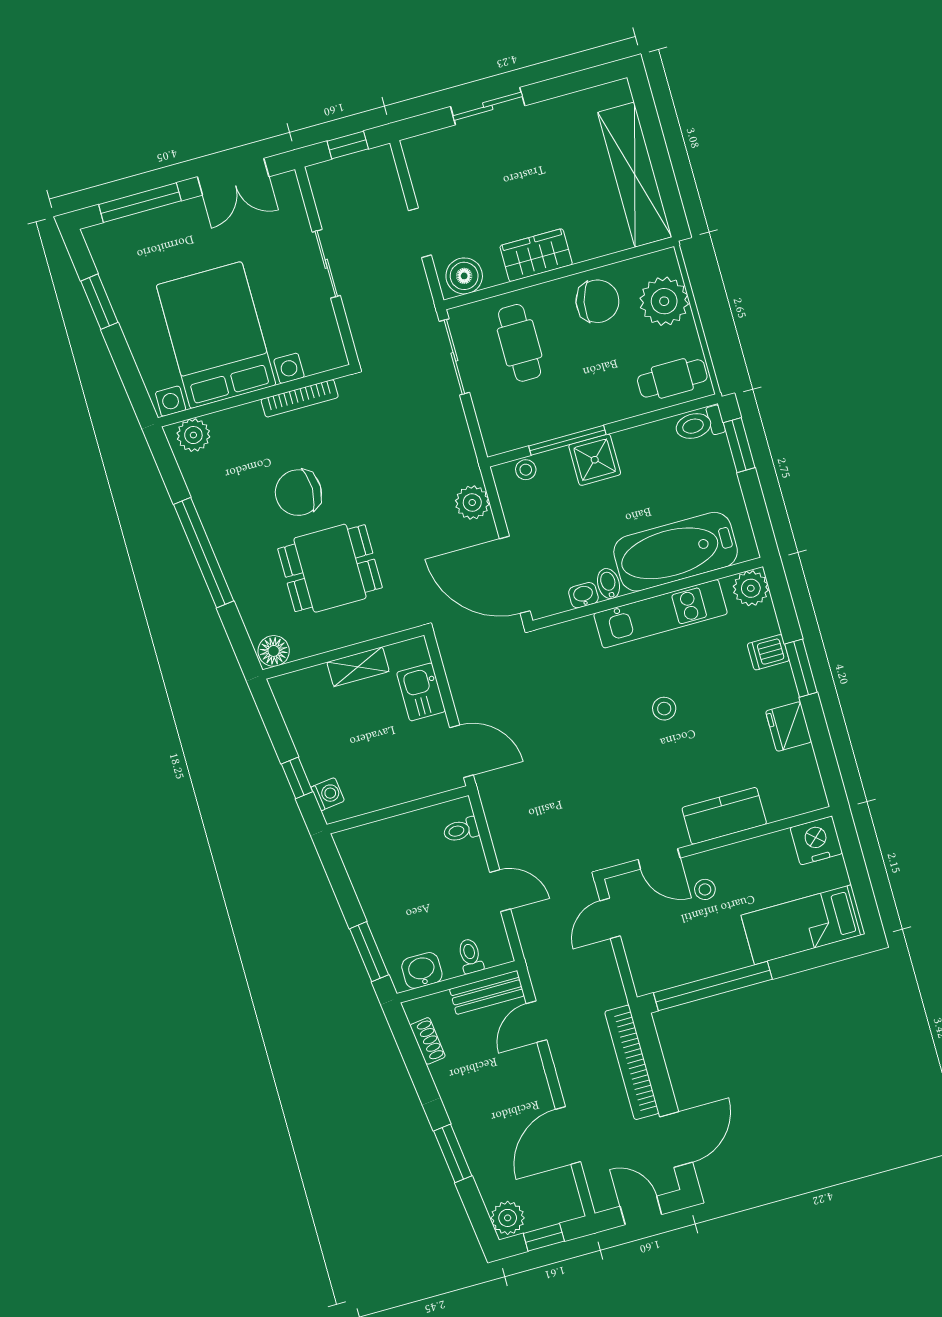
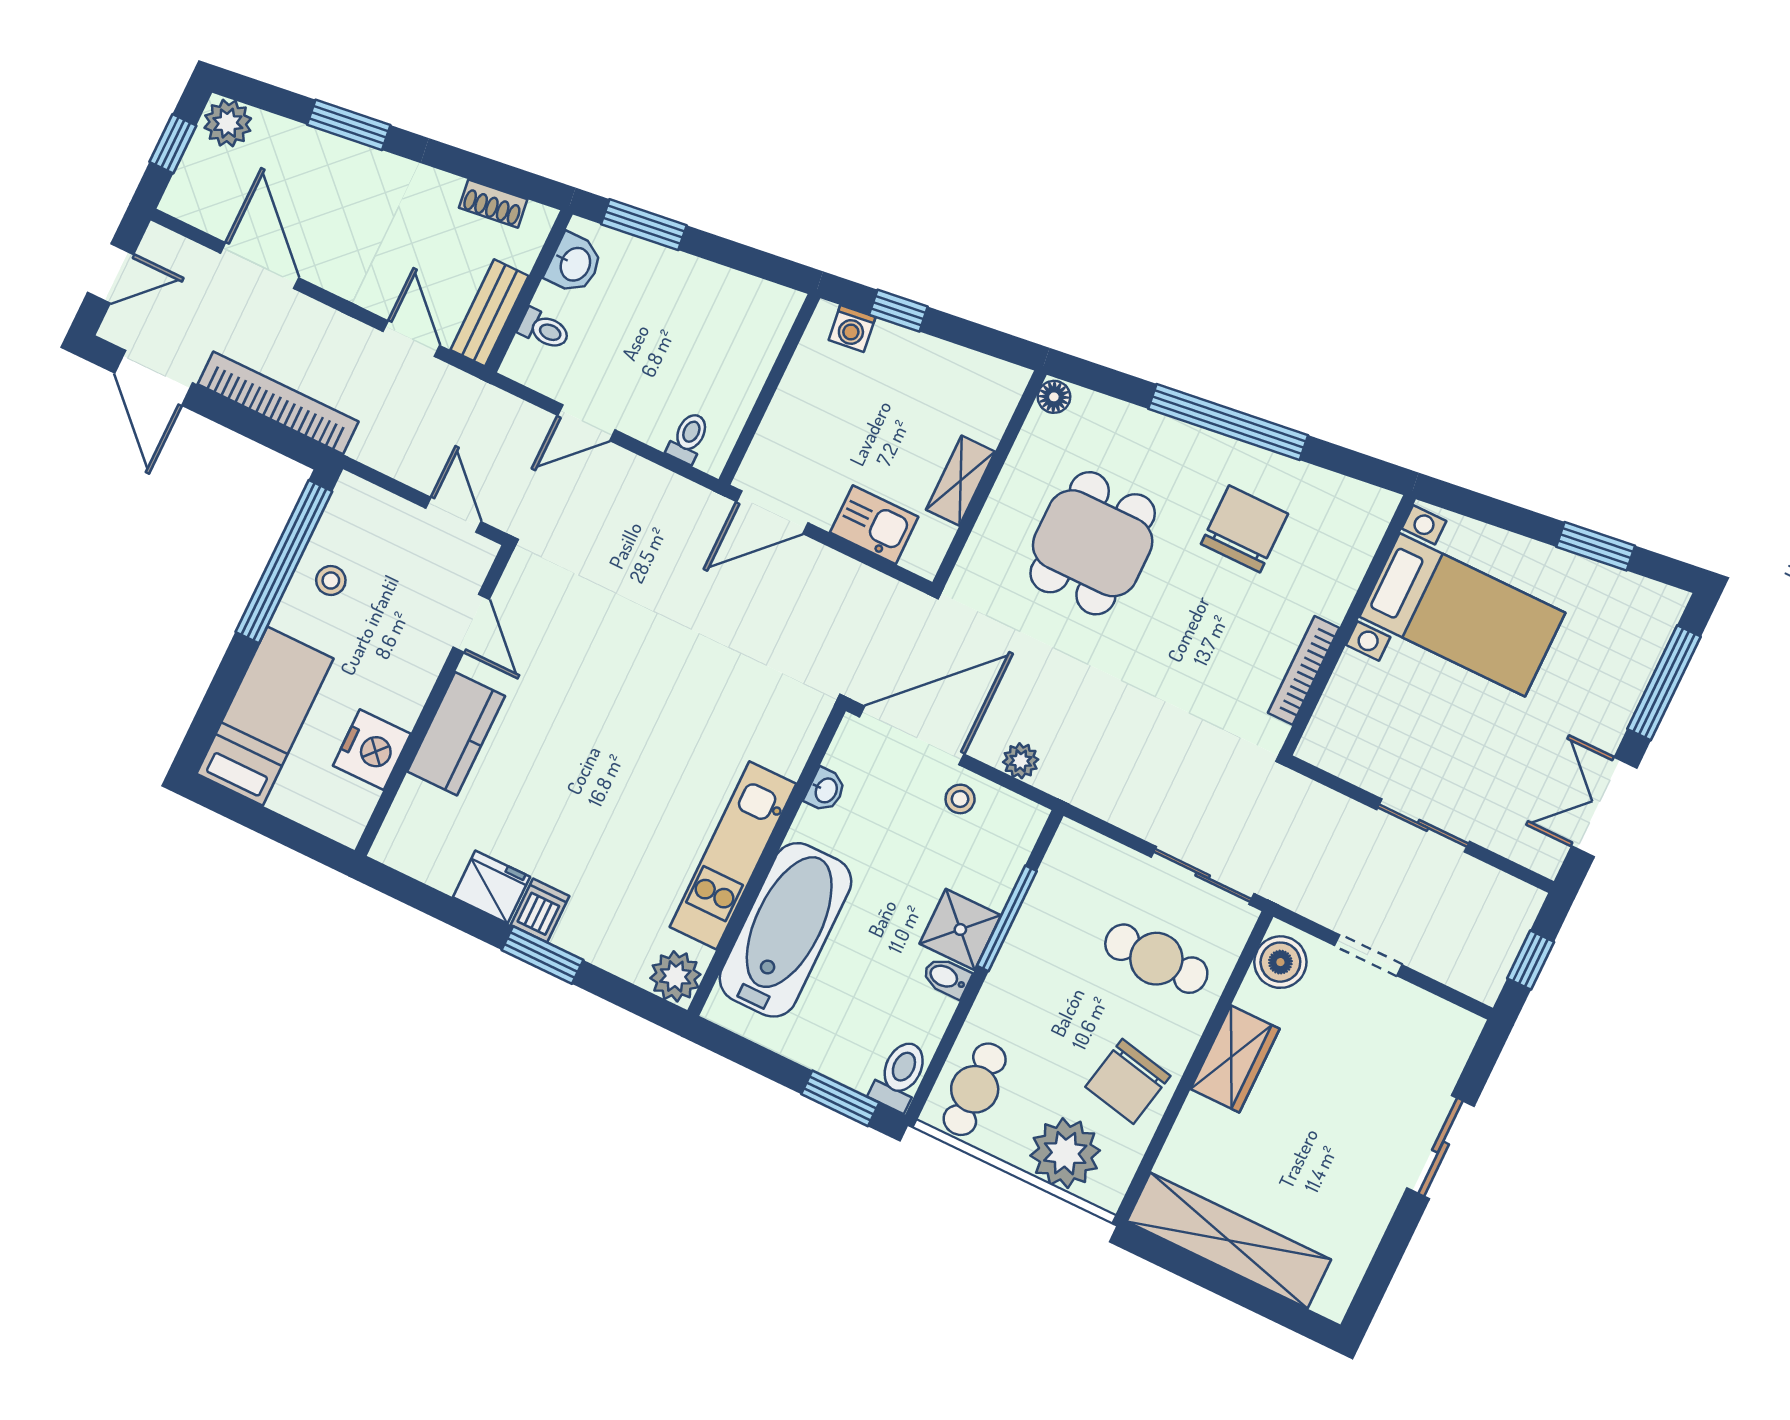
bed with nightstands: (216, 335) -> (1462, 615), width x0.73
plant: (193, 435) -> (1364, 522), removed
stool: (526, 470) -> (960, 799), moved
chair: (298, 493) -> (1245, 529), moved
plant: (472, 502) -> (1021, 761), width x0.73, depth x0.73
bidet: (608, 584) -> (947, 977), moved, turned 180
floor lamp: (274, 651) -> (1054, 397), width x0.73, depth x0.73
dishwasher: (768, 652) -> (540, 910), moved
stool: (664, 709) -> (628, 770), removed
nightstand: (816, 840) -> (372, 750), moved
door: (659, 859) -> (471, 623), swing flipped
stool: (705, 889) -> (331, 580), moved

